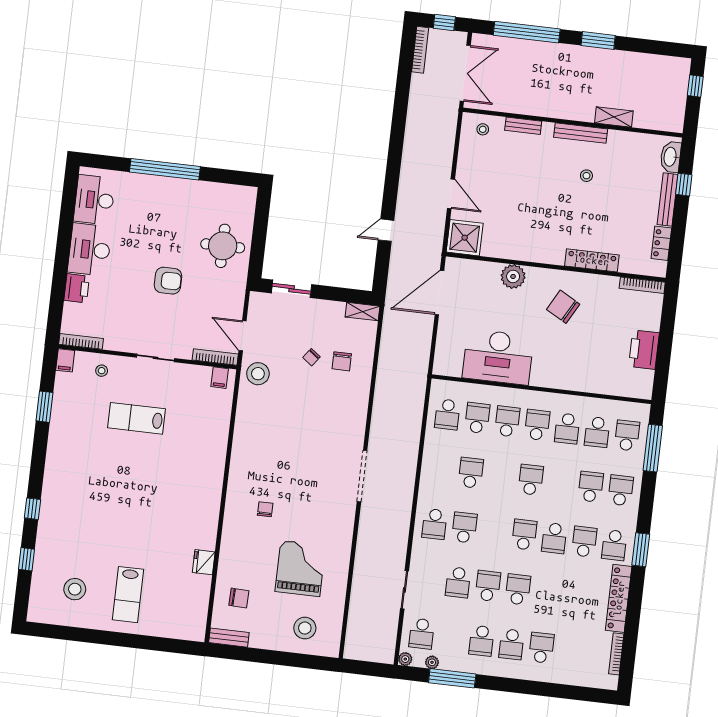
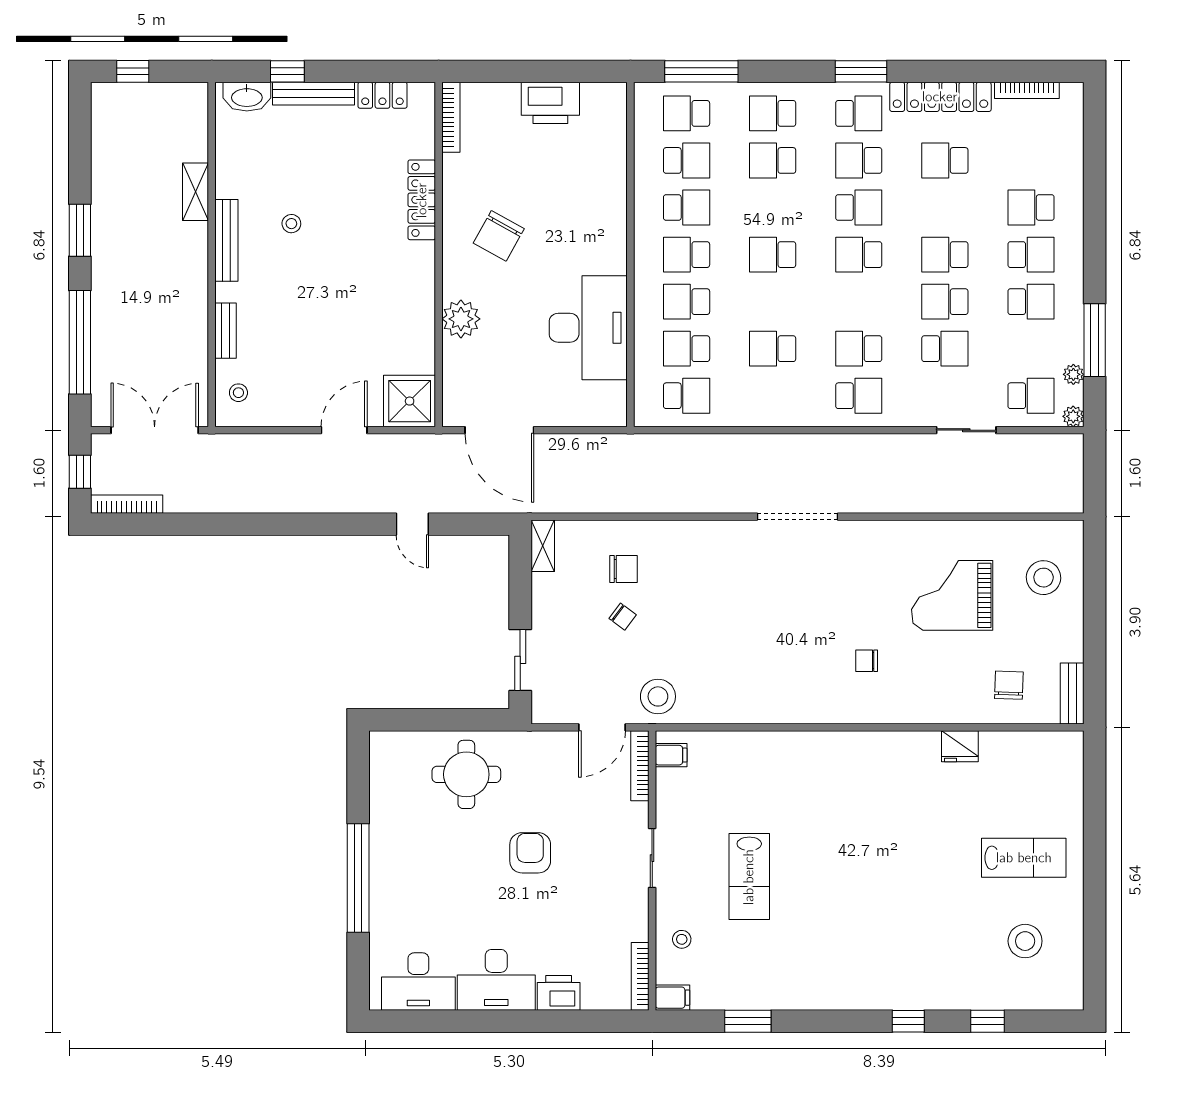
school desk: (578, 596) -> (945, 160), added

